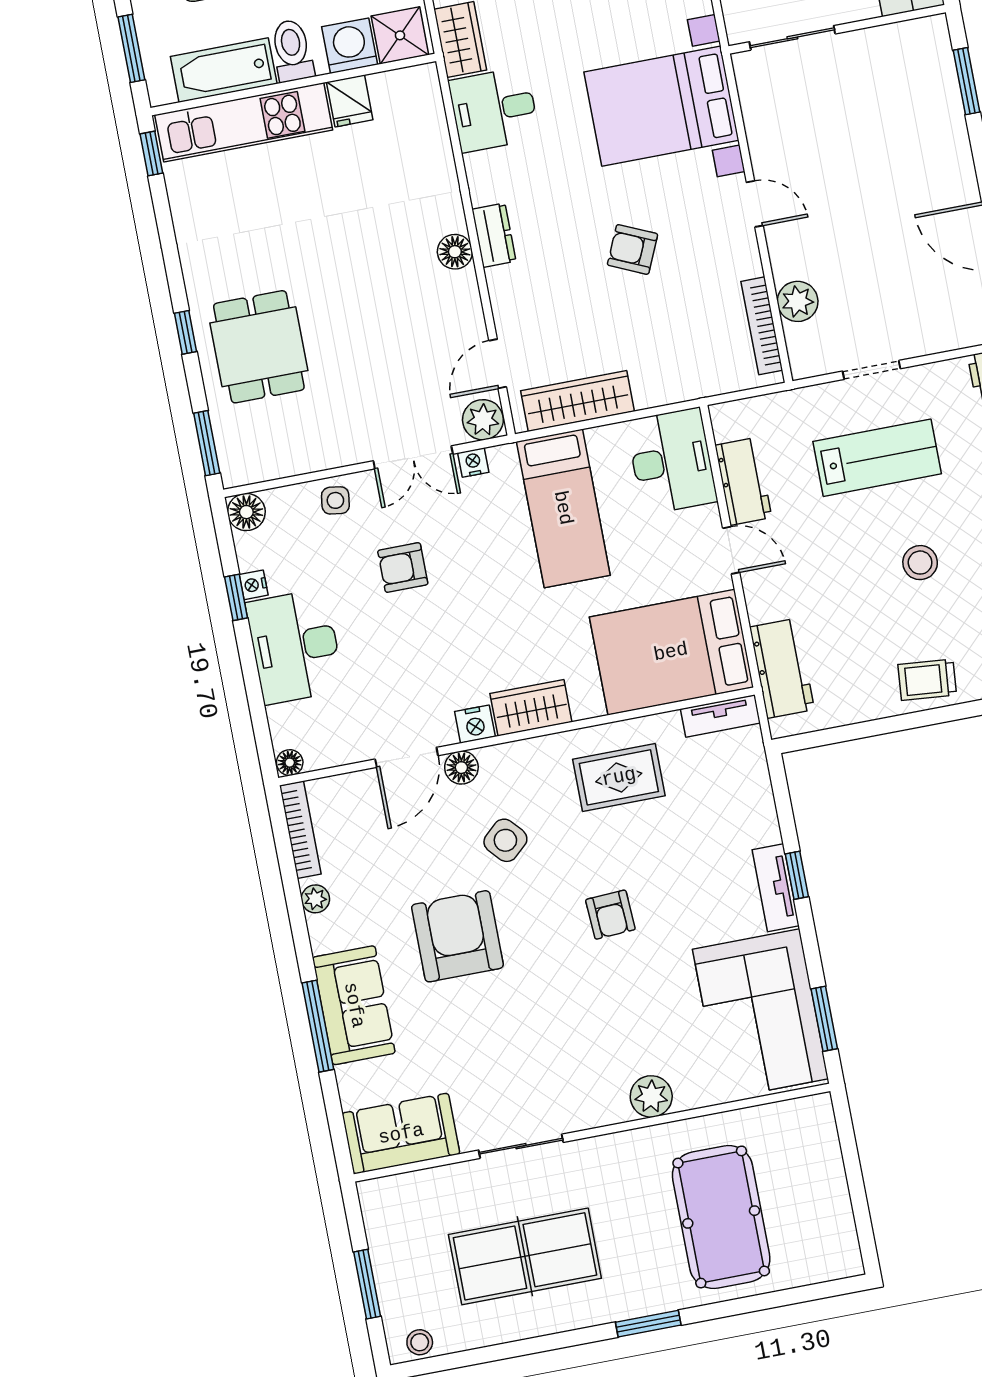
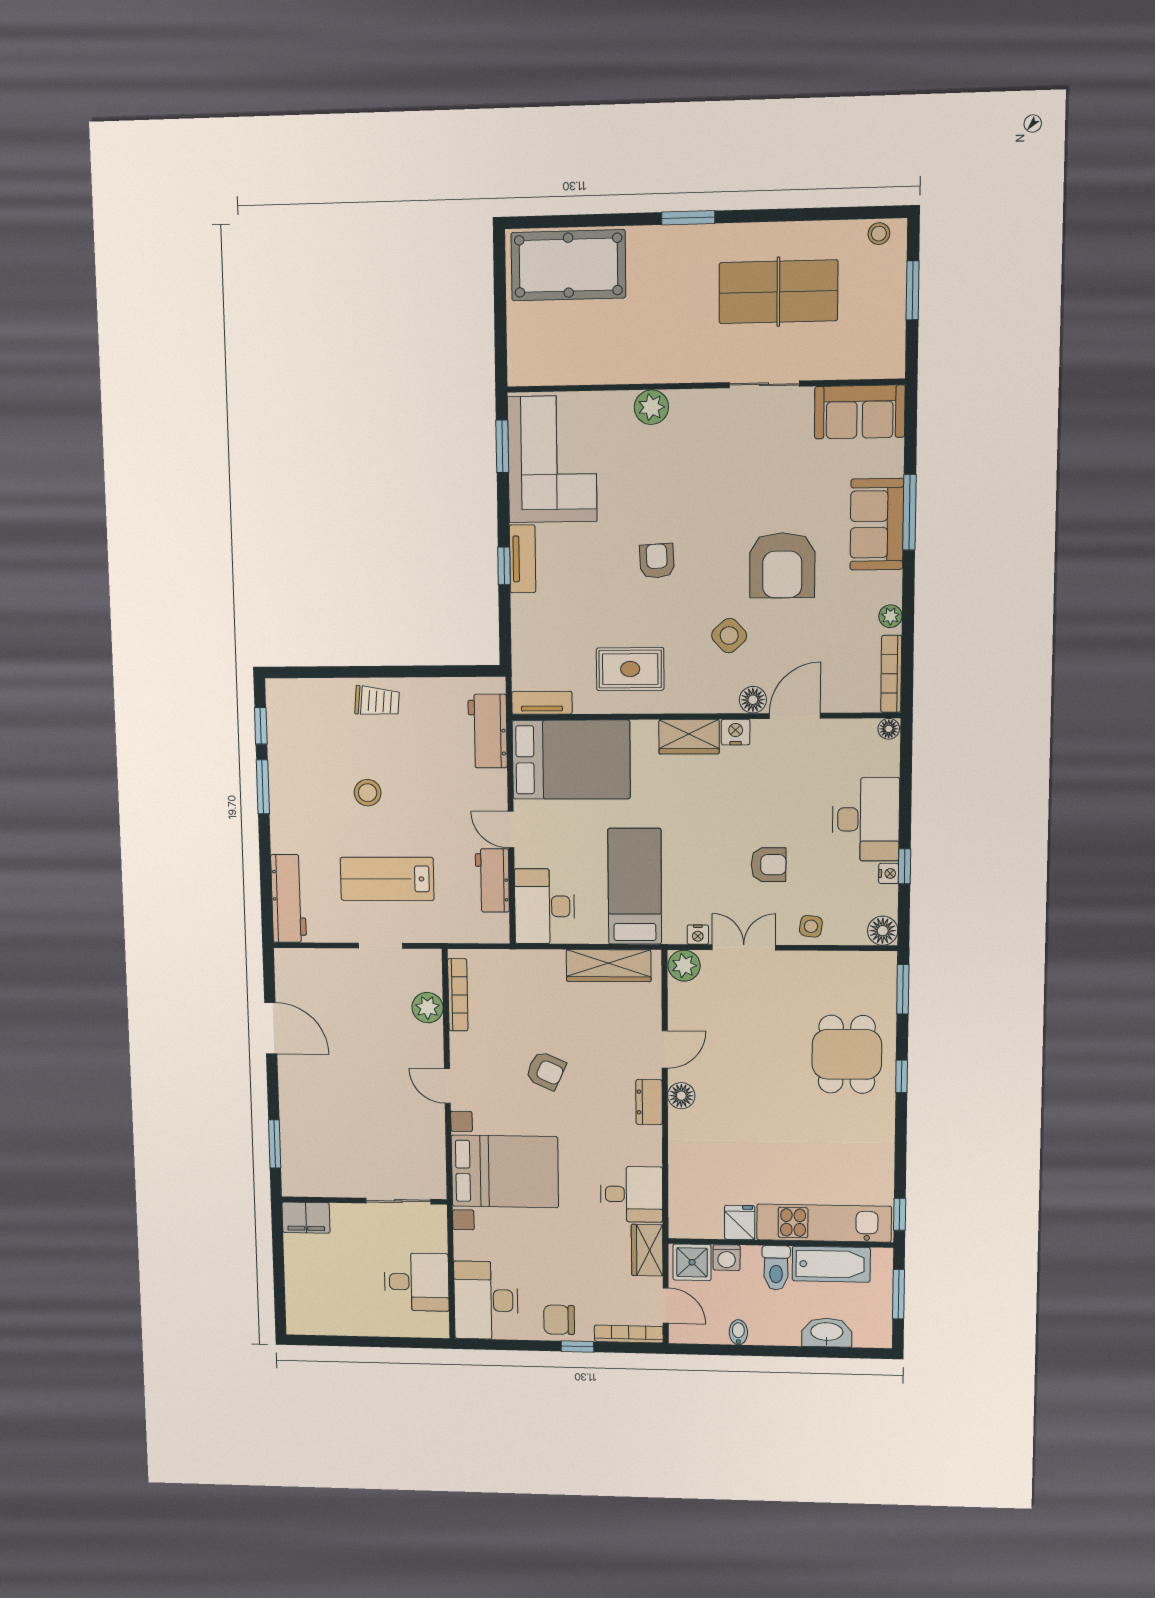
washing machine: (350, 46) -> (727, 1258), width x0.73, depth x0.73
door: (498, 364) -> (665, 1049), moved
pool table: (721, 1217) -> (568, 265), moved, turned 90

